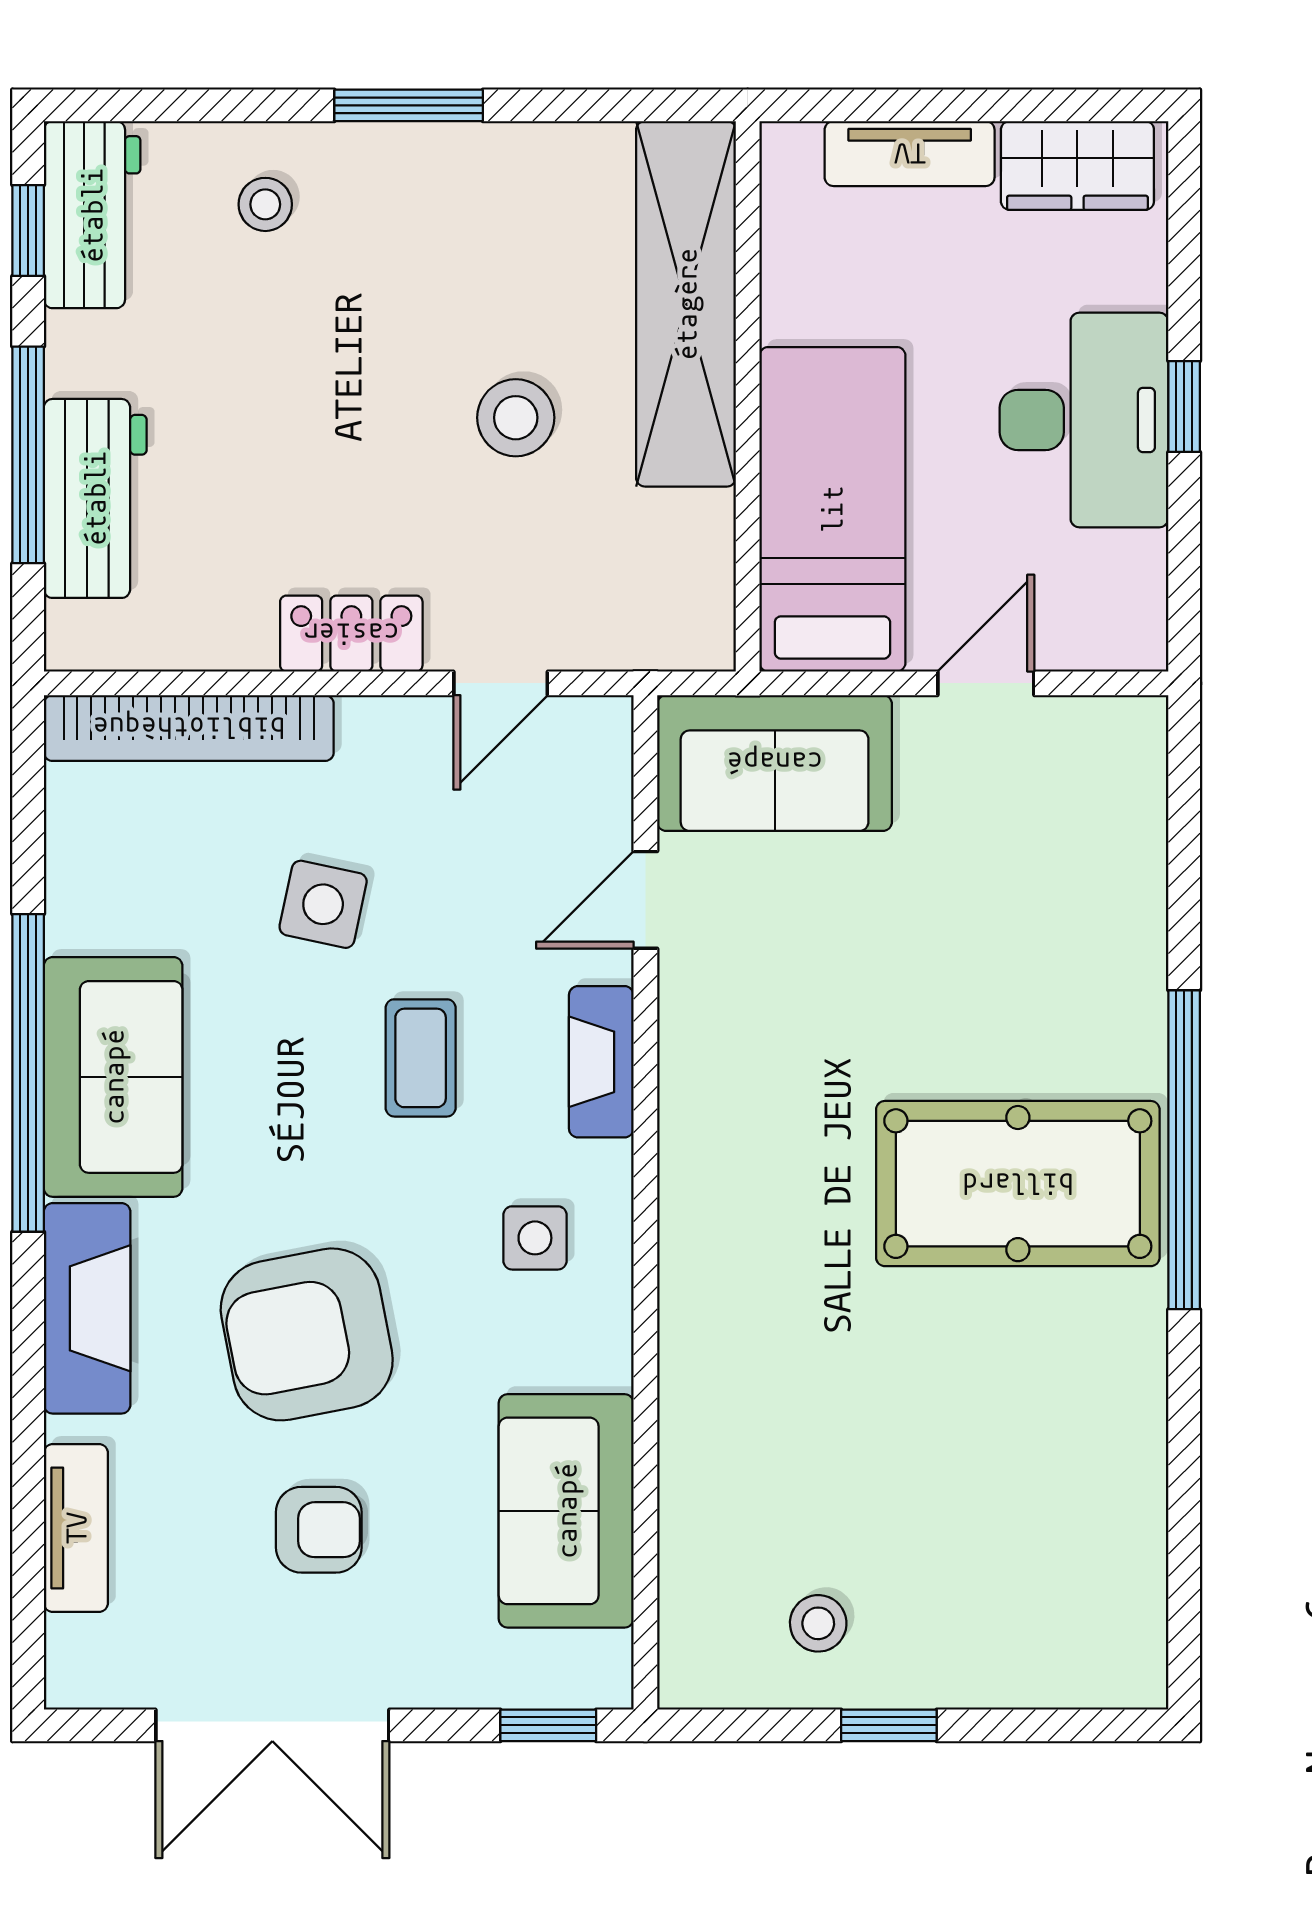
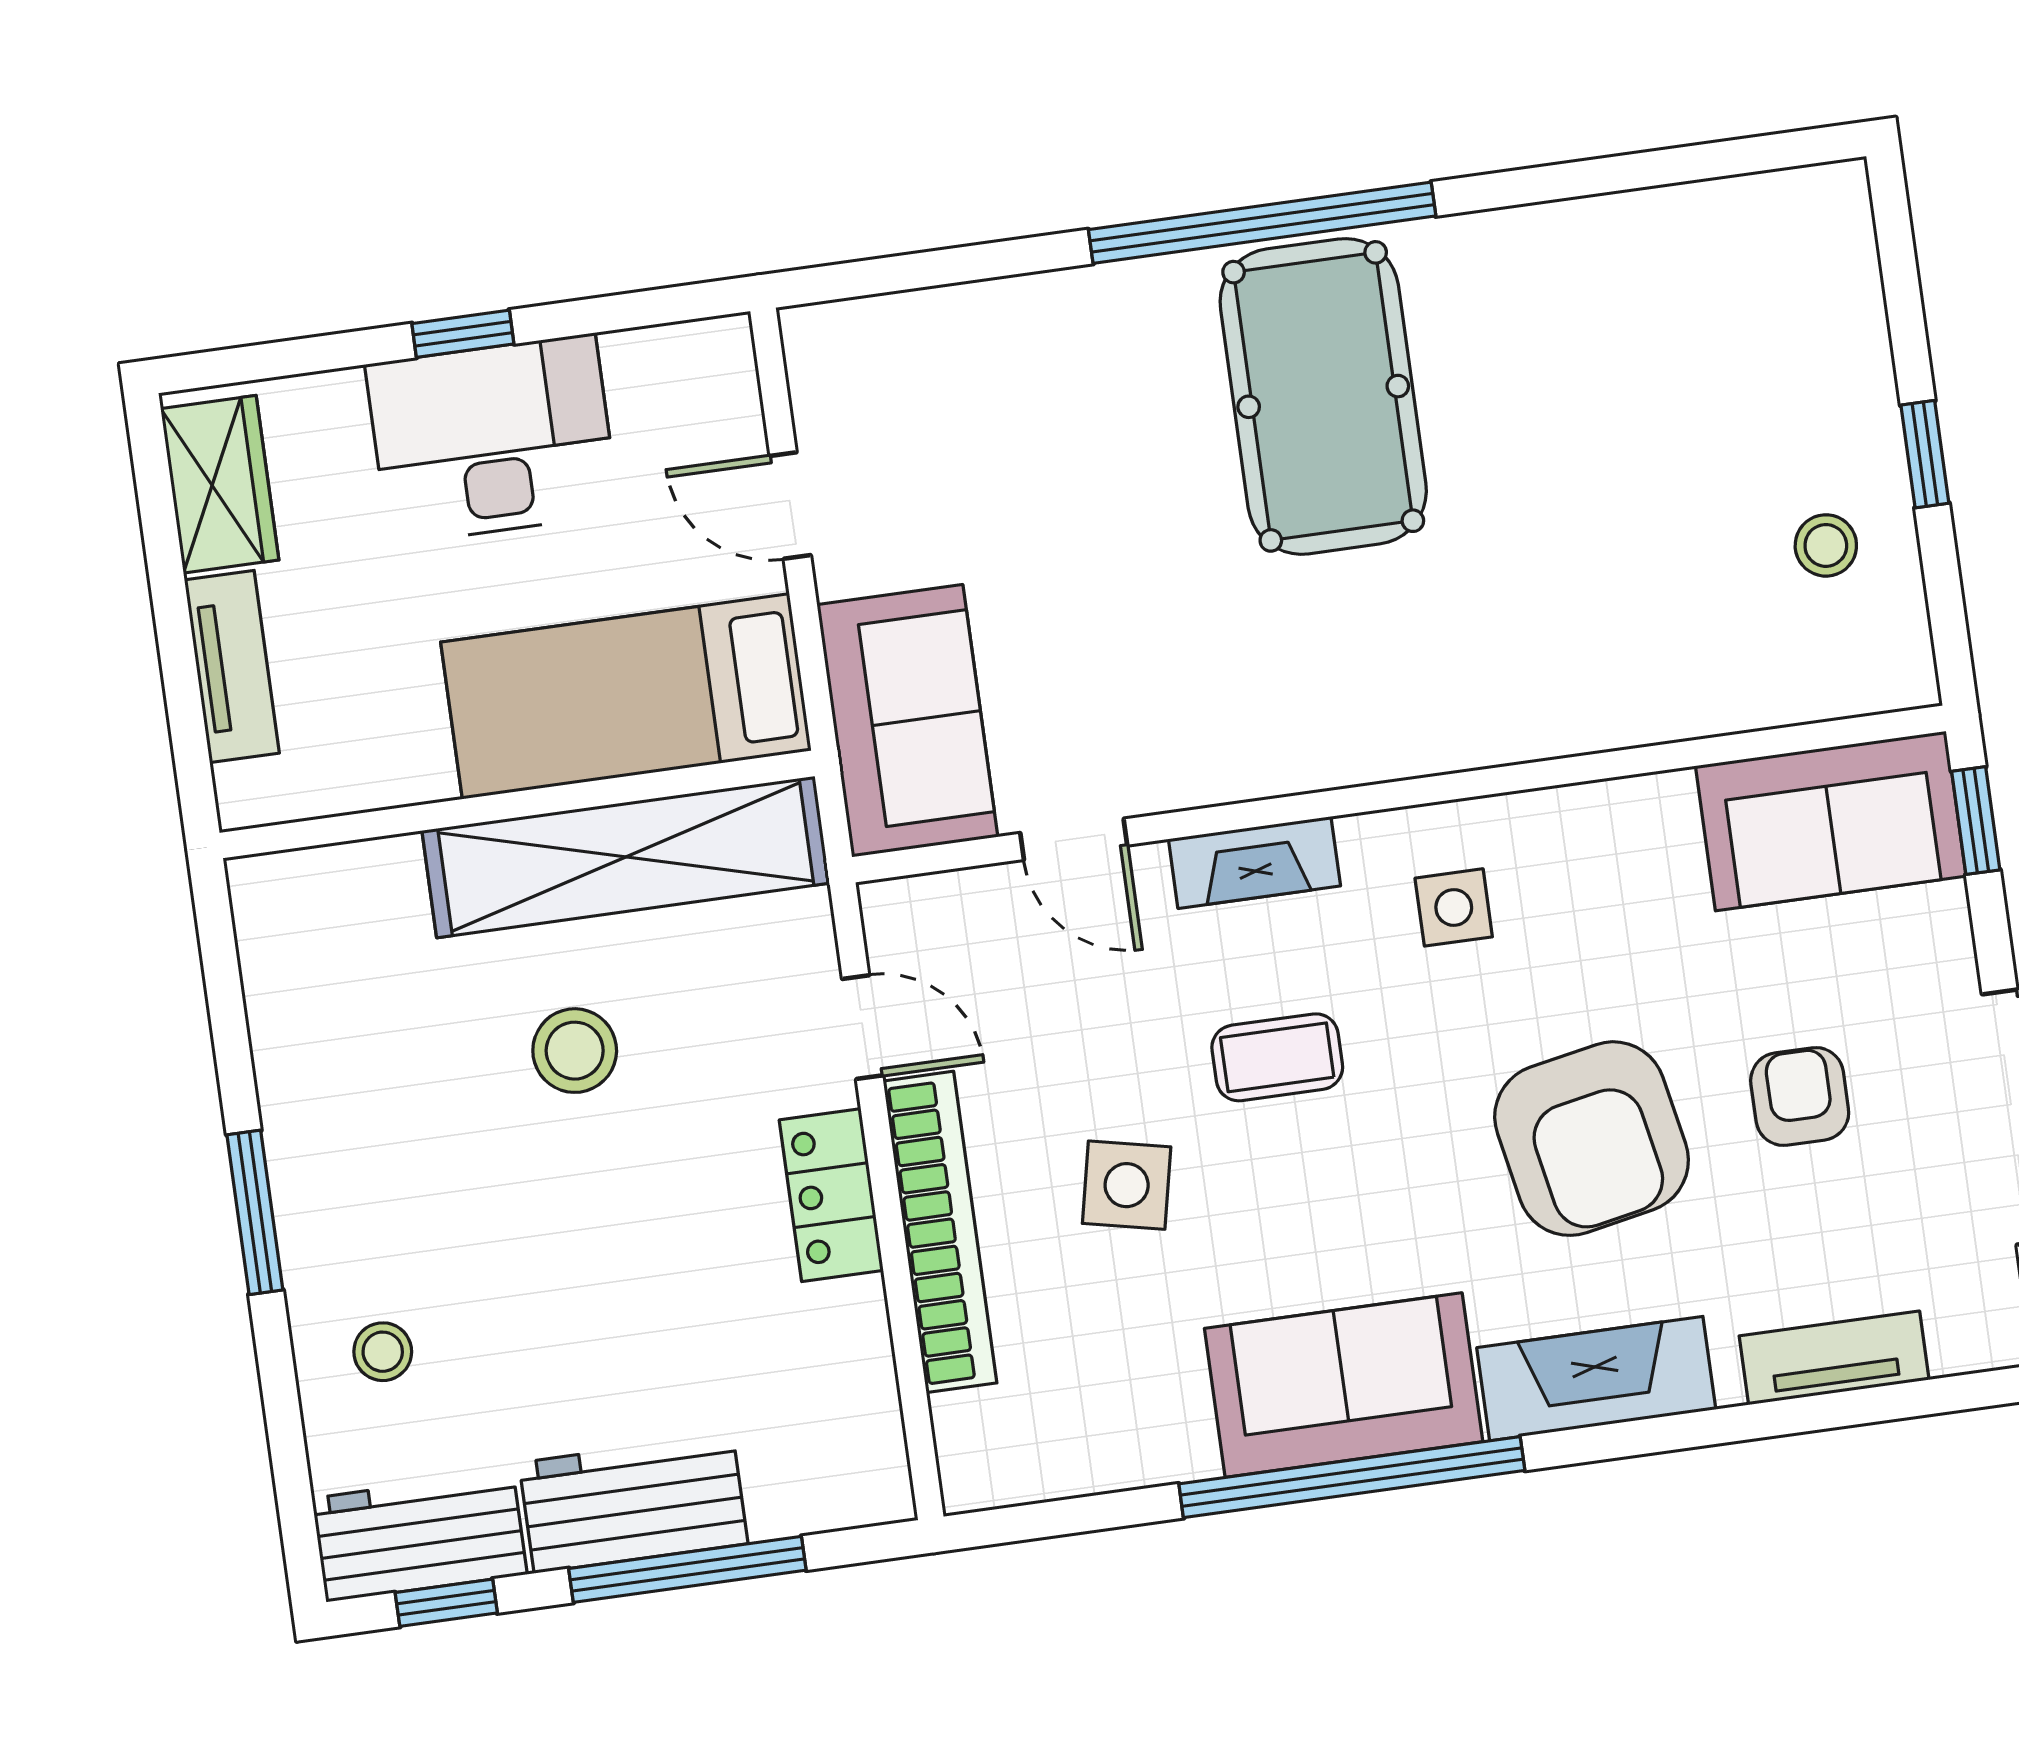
shelving: (686, 304) -> (626, 857), moved
workbench: (95, 498) -> (633, 1503), moved
bookcase: (189, 728) -> (940, 1232), moved
sofa: (566, 1511) -> (1831, 821), moved

